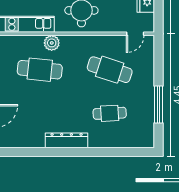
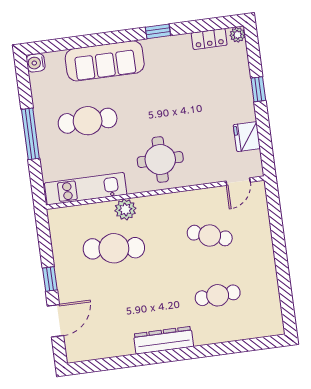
cafe table: (110, 70) -> (210, 236), width x0.73, depth x0.74
window: (158, 104) -> (283, 274), removed

